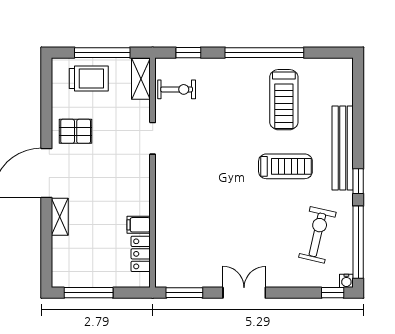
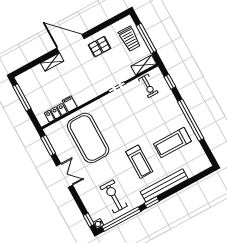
pallet: (76, 131) -> (99, 47), turned 90
exercise mat: (206, 225) -> (88, 138), added
exercise bike: (317, 235) -> (114, 196), turned -103

